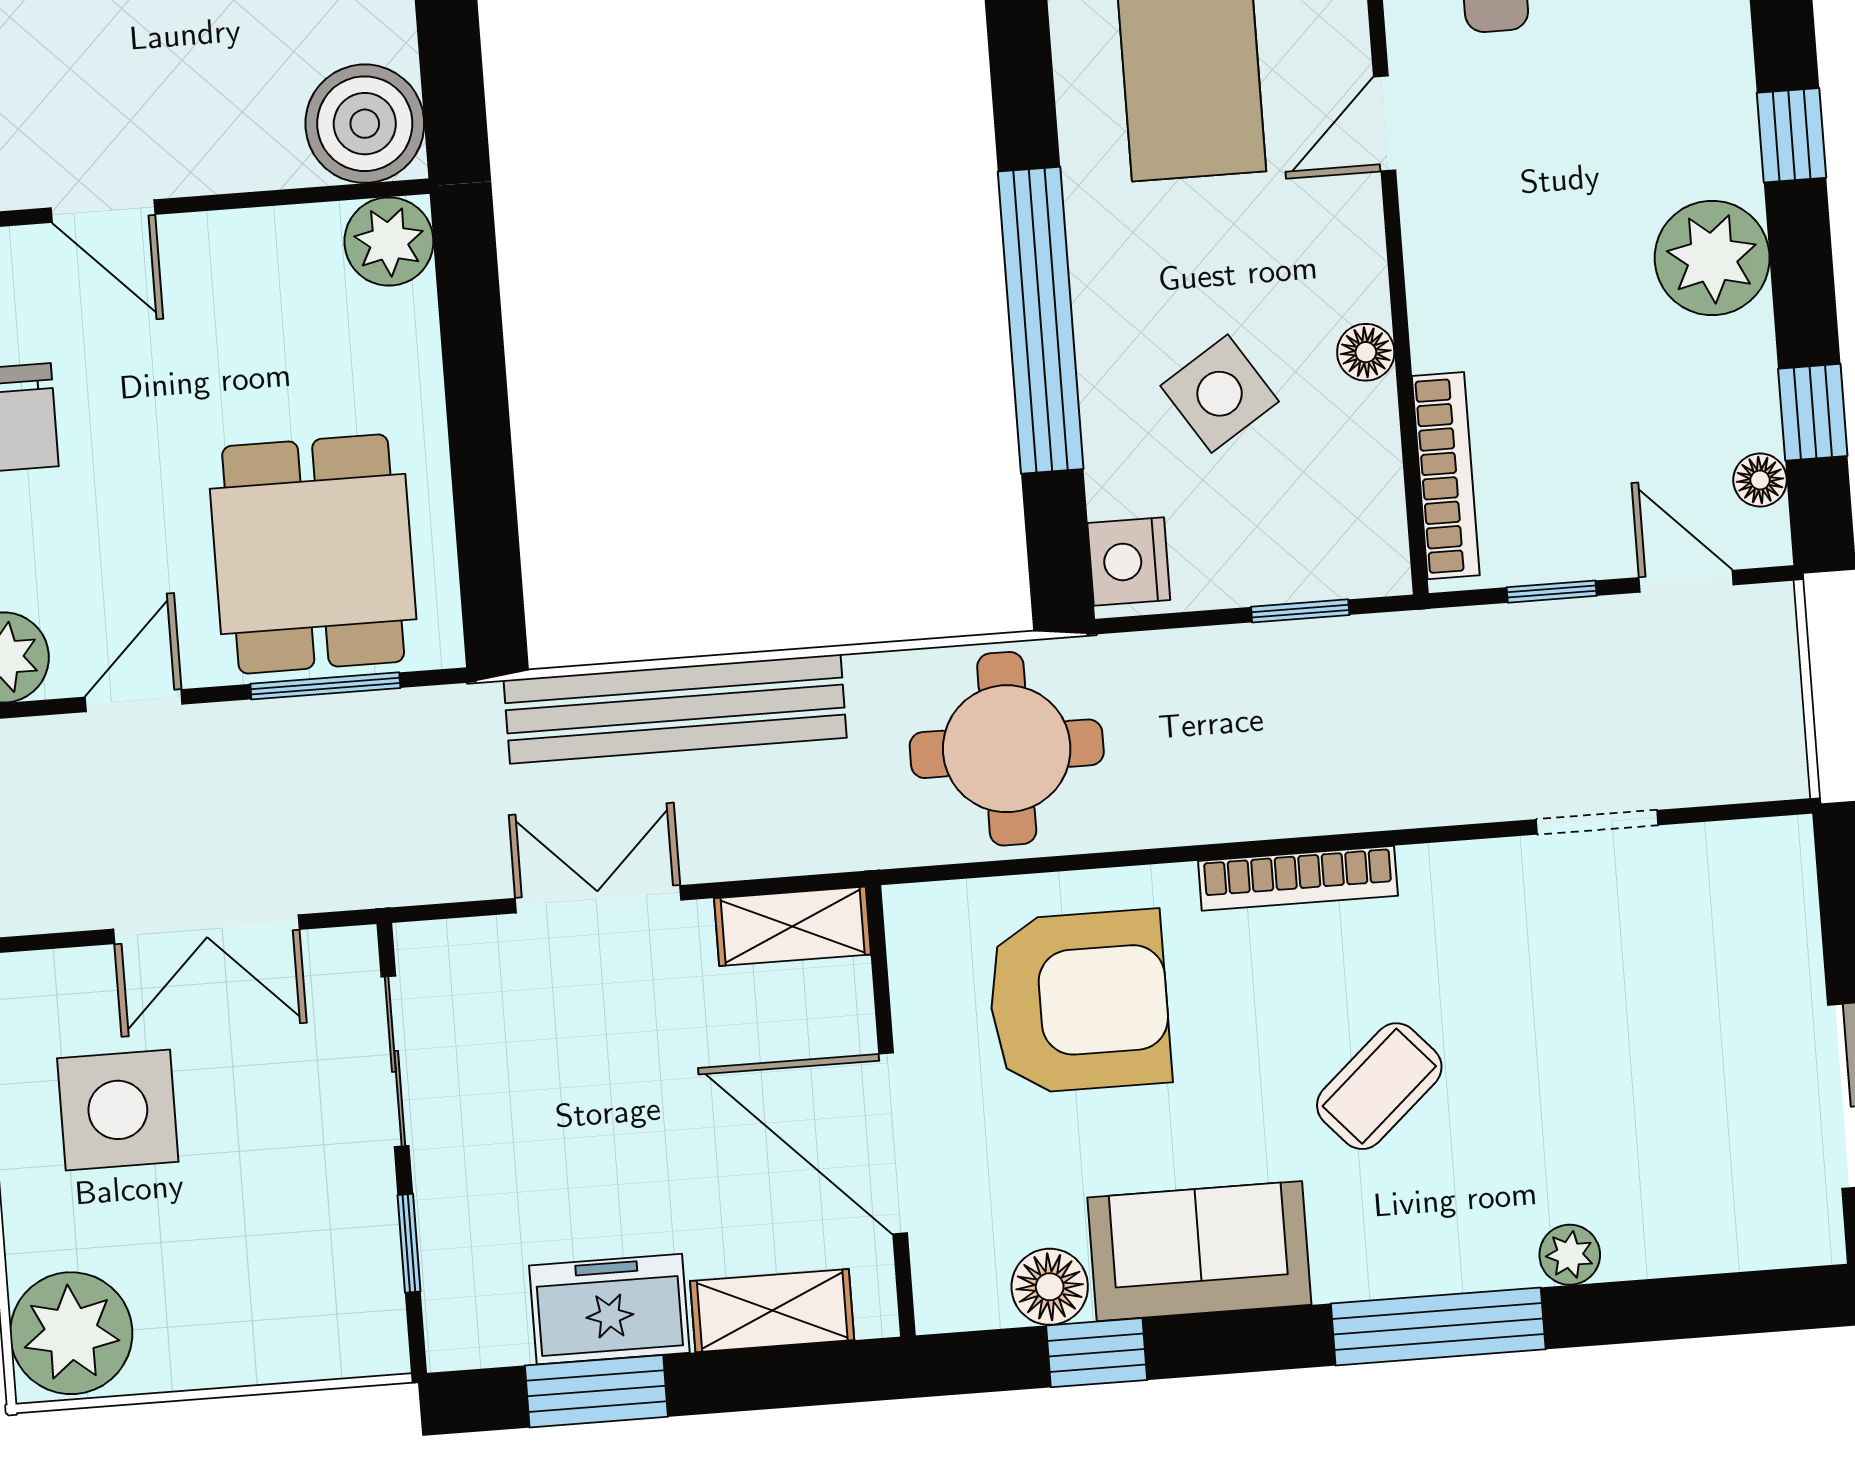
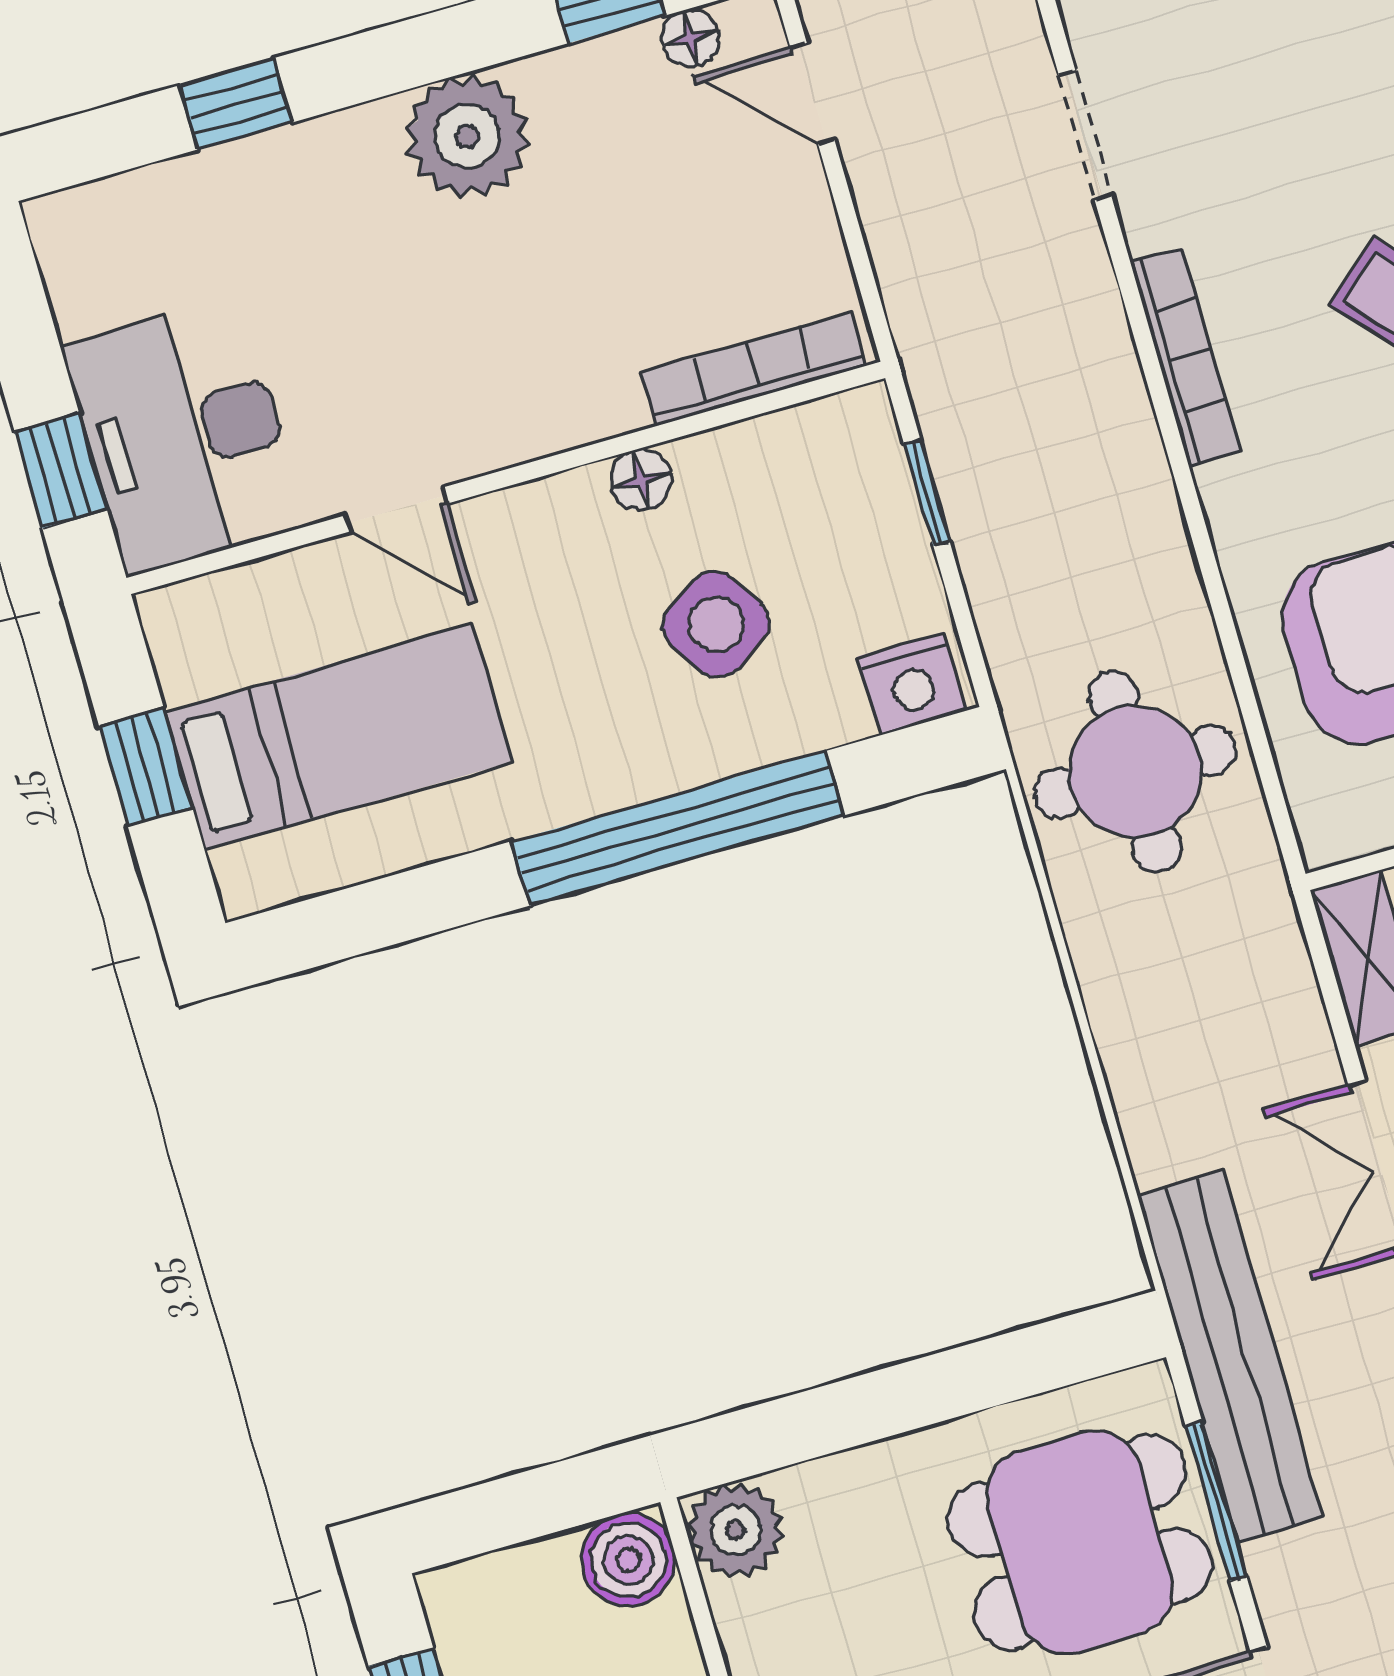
boiler: (365, 124) -> (628, 1560), width x0.73, depth x0.73
window: (1791, 135) -> (236, 104), moved
door: (1686, 581) -> (813, 94), hinge flipped
window: (1552, 592) -> (852, 233), removed
bench: (675, 709) -> (1230, 1356), moved
bookcase: (1298, 878) -> (1185, 357), moved

